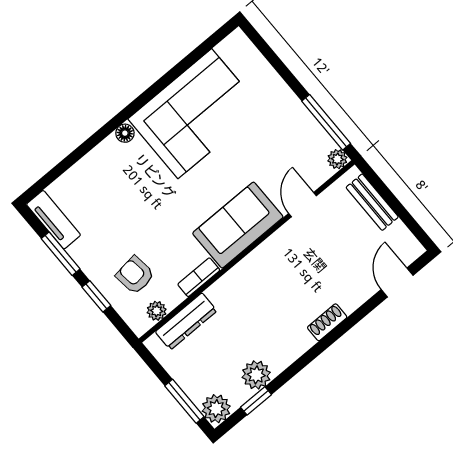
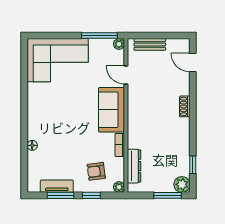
corner sofa: (195, 114) -> (58, 60), moved, turned 90
floor lamp: (125, 133) -> (32, 145), moved
tv unit: (54, 220) -> (57, 186), moved
plant: (157, 311) -> (119, 187), moved
plant: (256, 375) -> (182, 155), removed

